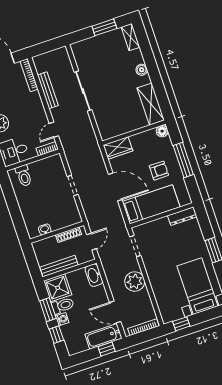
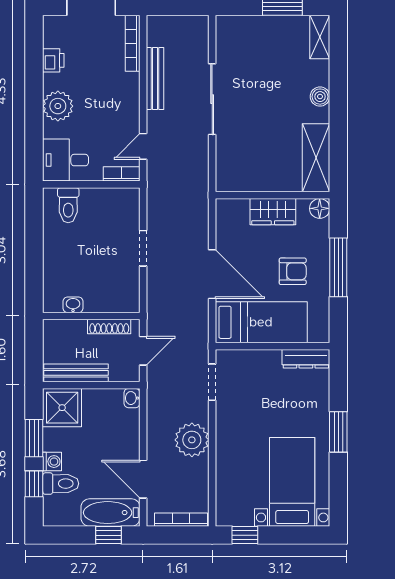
wardrobe: (118, 148) -> (273, 212), moved
washbasin: (94, 275) -> (132, 398), width x0.52, depth x0.69
toilet: (63, 306) -> (61, 484), moved

